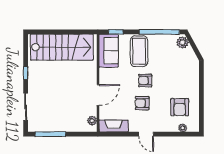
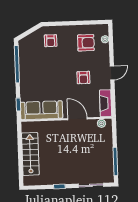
plant: (182, 42) -> (26, 42), removed
stairs: (62, 47) -> (30, 154), width x0.73, depth x0.66
sofa: (109, 51) -> (42, 110), width x1.36
coffee table: (139, 51) -> (35, 82), removed
armchair: (145, 80) -> (51, 41), moved

